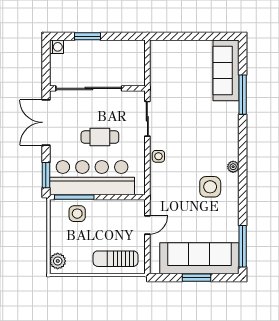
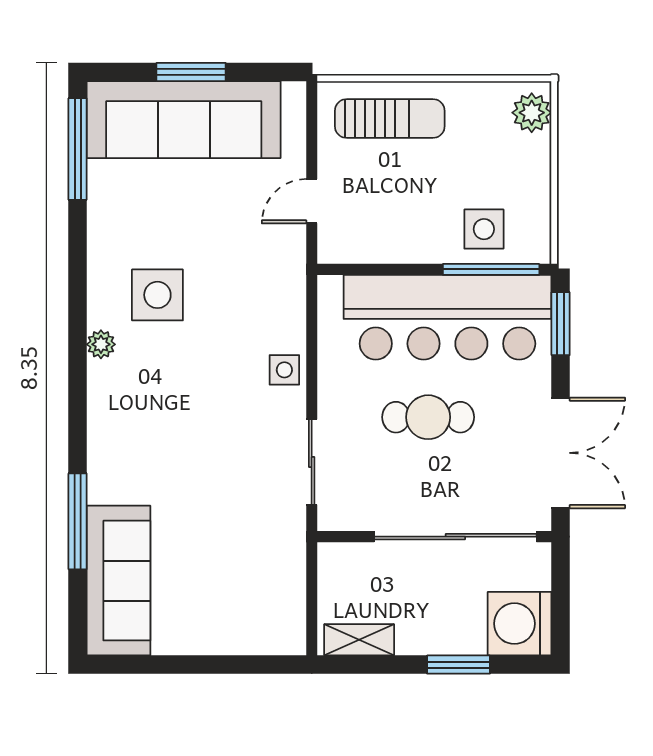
shelving: (128, 46) -> (359, 640), added
washing machine: (57, 47) -> (520, 624), width x1.89, depth x1.89

